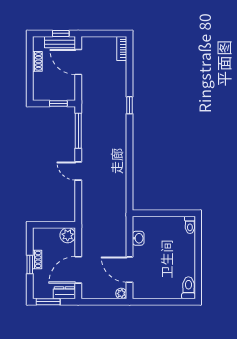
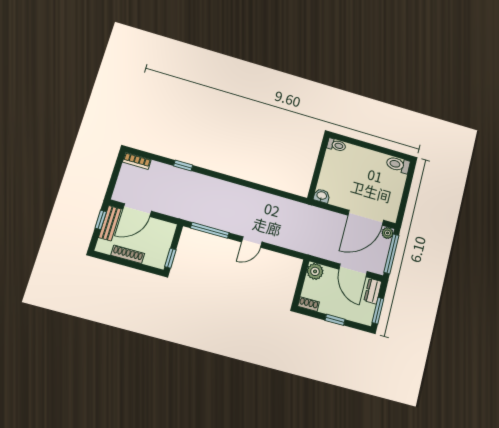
shoe rack: (37, 61) -> (128, 254), width x1.43
window: (58, 103) -> (170, 258), moved
window: (130, 105) -> (183, 166), moved
washbasin: (138, 238) -> (322, 196), moved
shoe rack: (37, 259) -> (309, 304), moved
door: (130, 270) -> (366, 218), width x1.36
window: (103, 302) -> (391, 254), added

